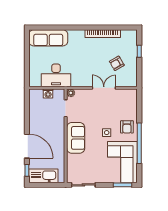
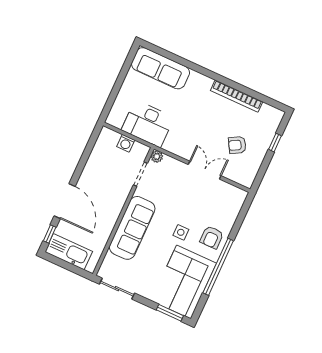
sofa: (76, 138) -> (132, 228), width x1.36

